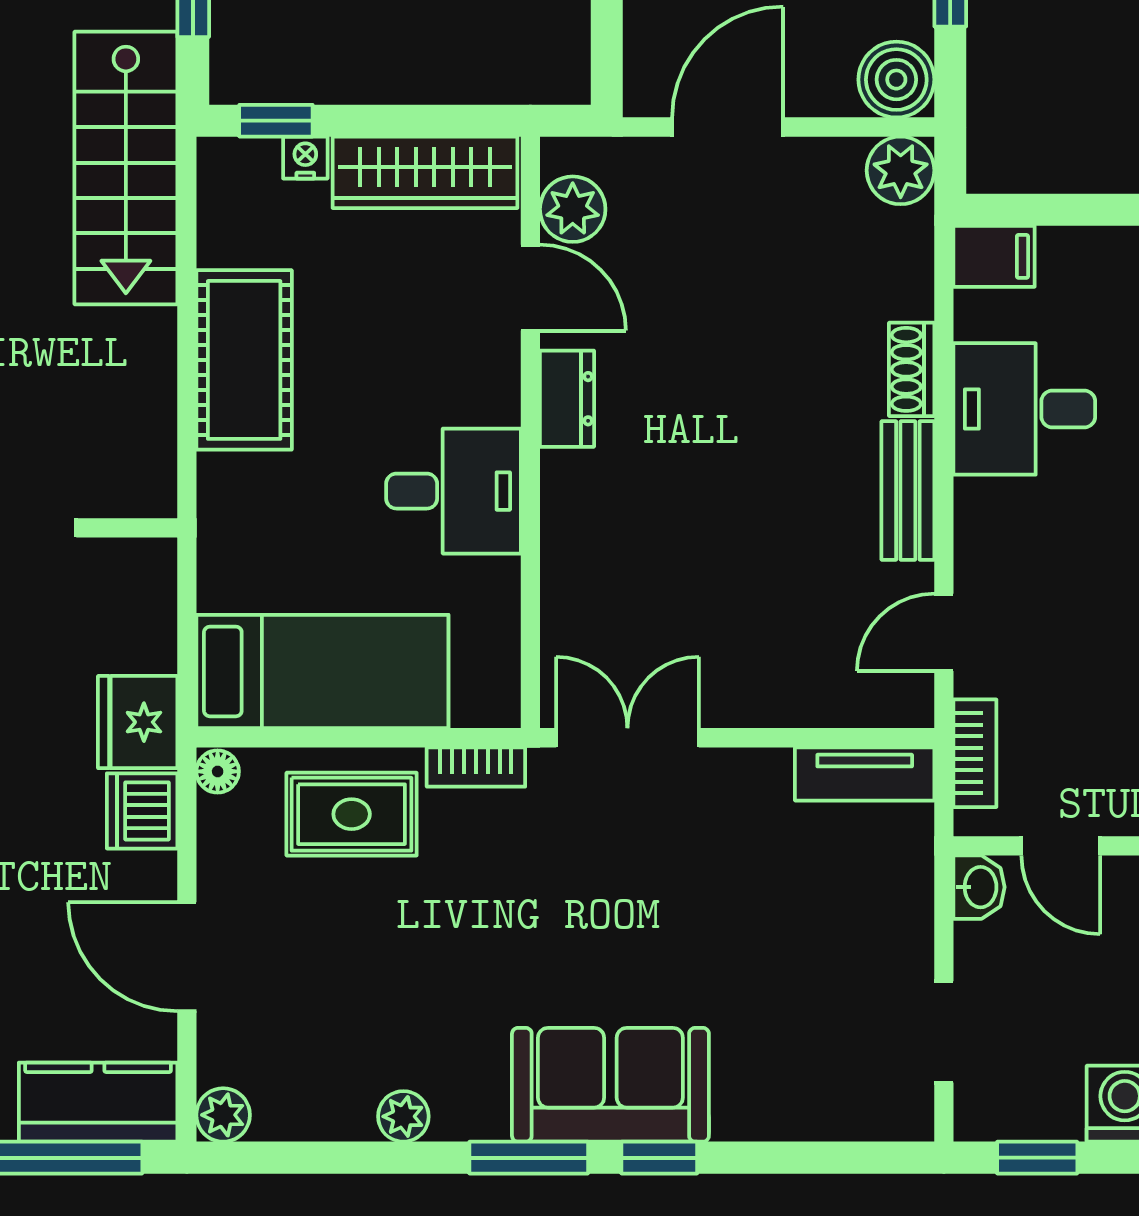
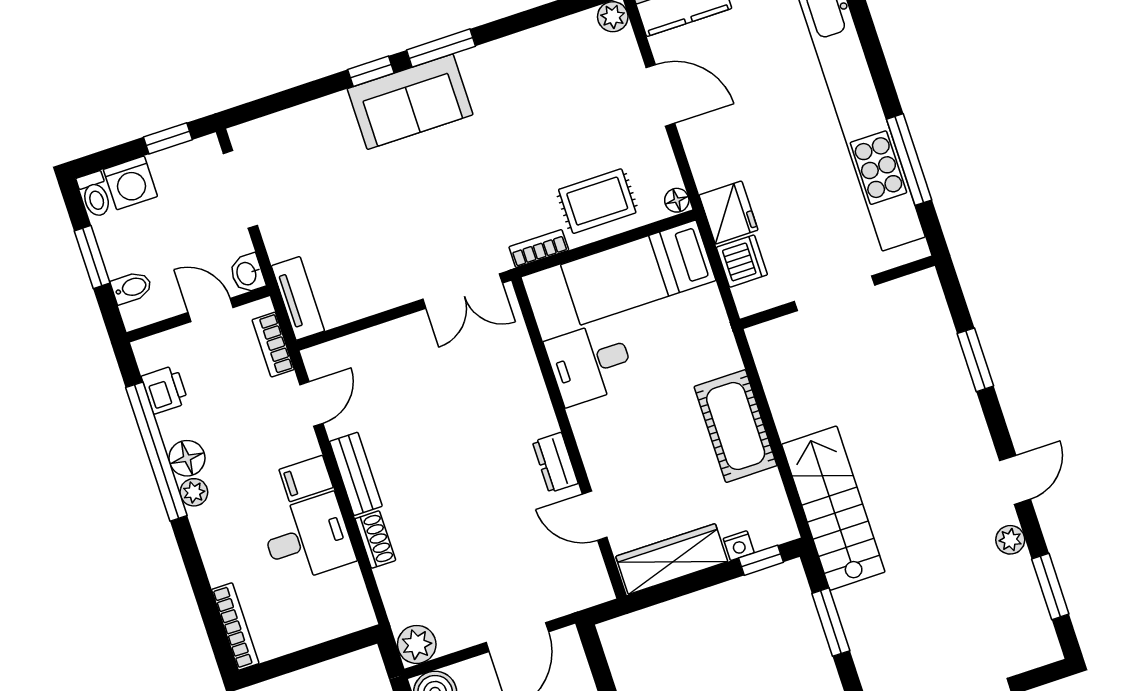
plant: (573, 209) -> (586, 565), removed
filing cabinet: (994, 256) -> (306, 478), moved
desk: (453, 491) -> (590, 363), moved
tv unit: (865, 774) -> (298, 298), moved, turned 90
dishwasher: (142, 811) -> (742, 261), moved
doorway: (944, 1032) -> (240, 189), width x1.38
plant: (403, 1116) -> (516, 48), removed

